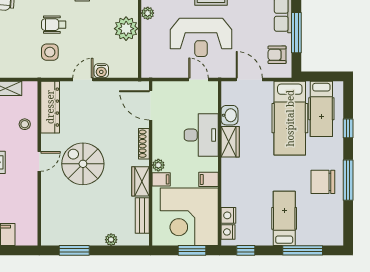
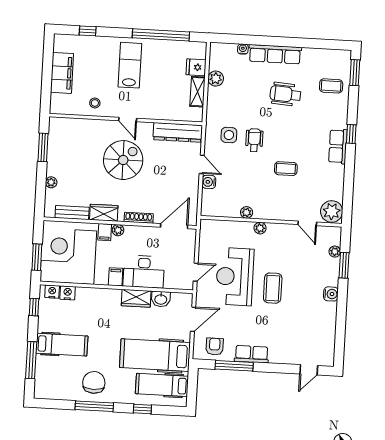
plant: (126, 29) -> (247, 212), width x0.53, depth x0.53
stool: (25, 124) -> (95, 103), moved
filing cabinet: (208, 179) -> (116, 277), moved

